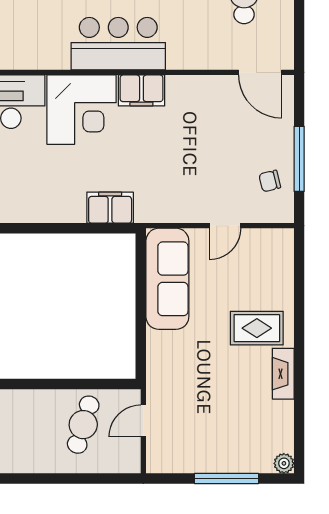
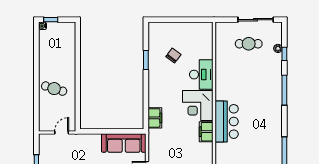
door: (143, 421) -> (62, 132), hinge flipped
cafe table: (83, 425) -> (54, 89), moved

